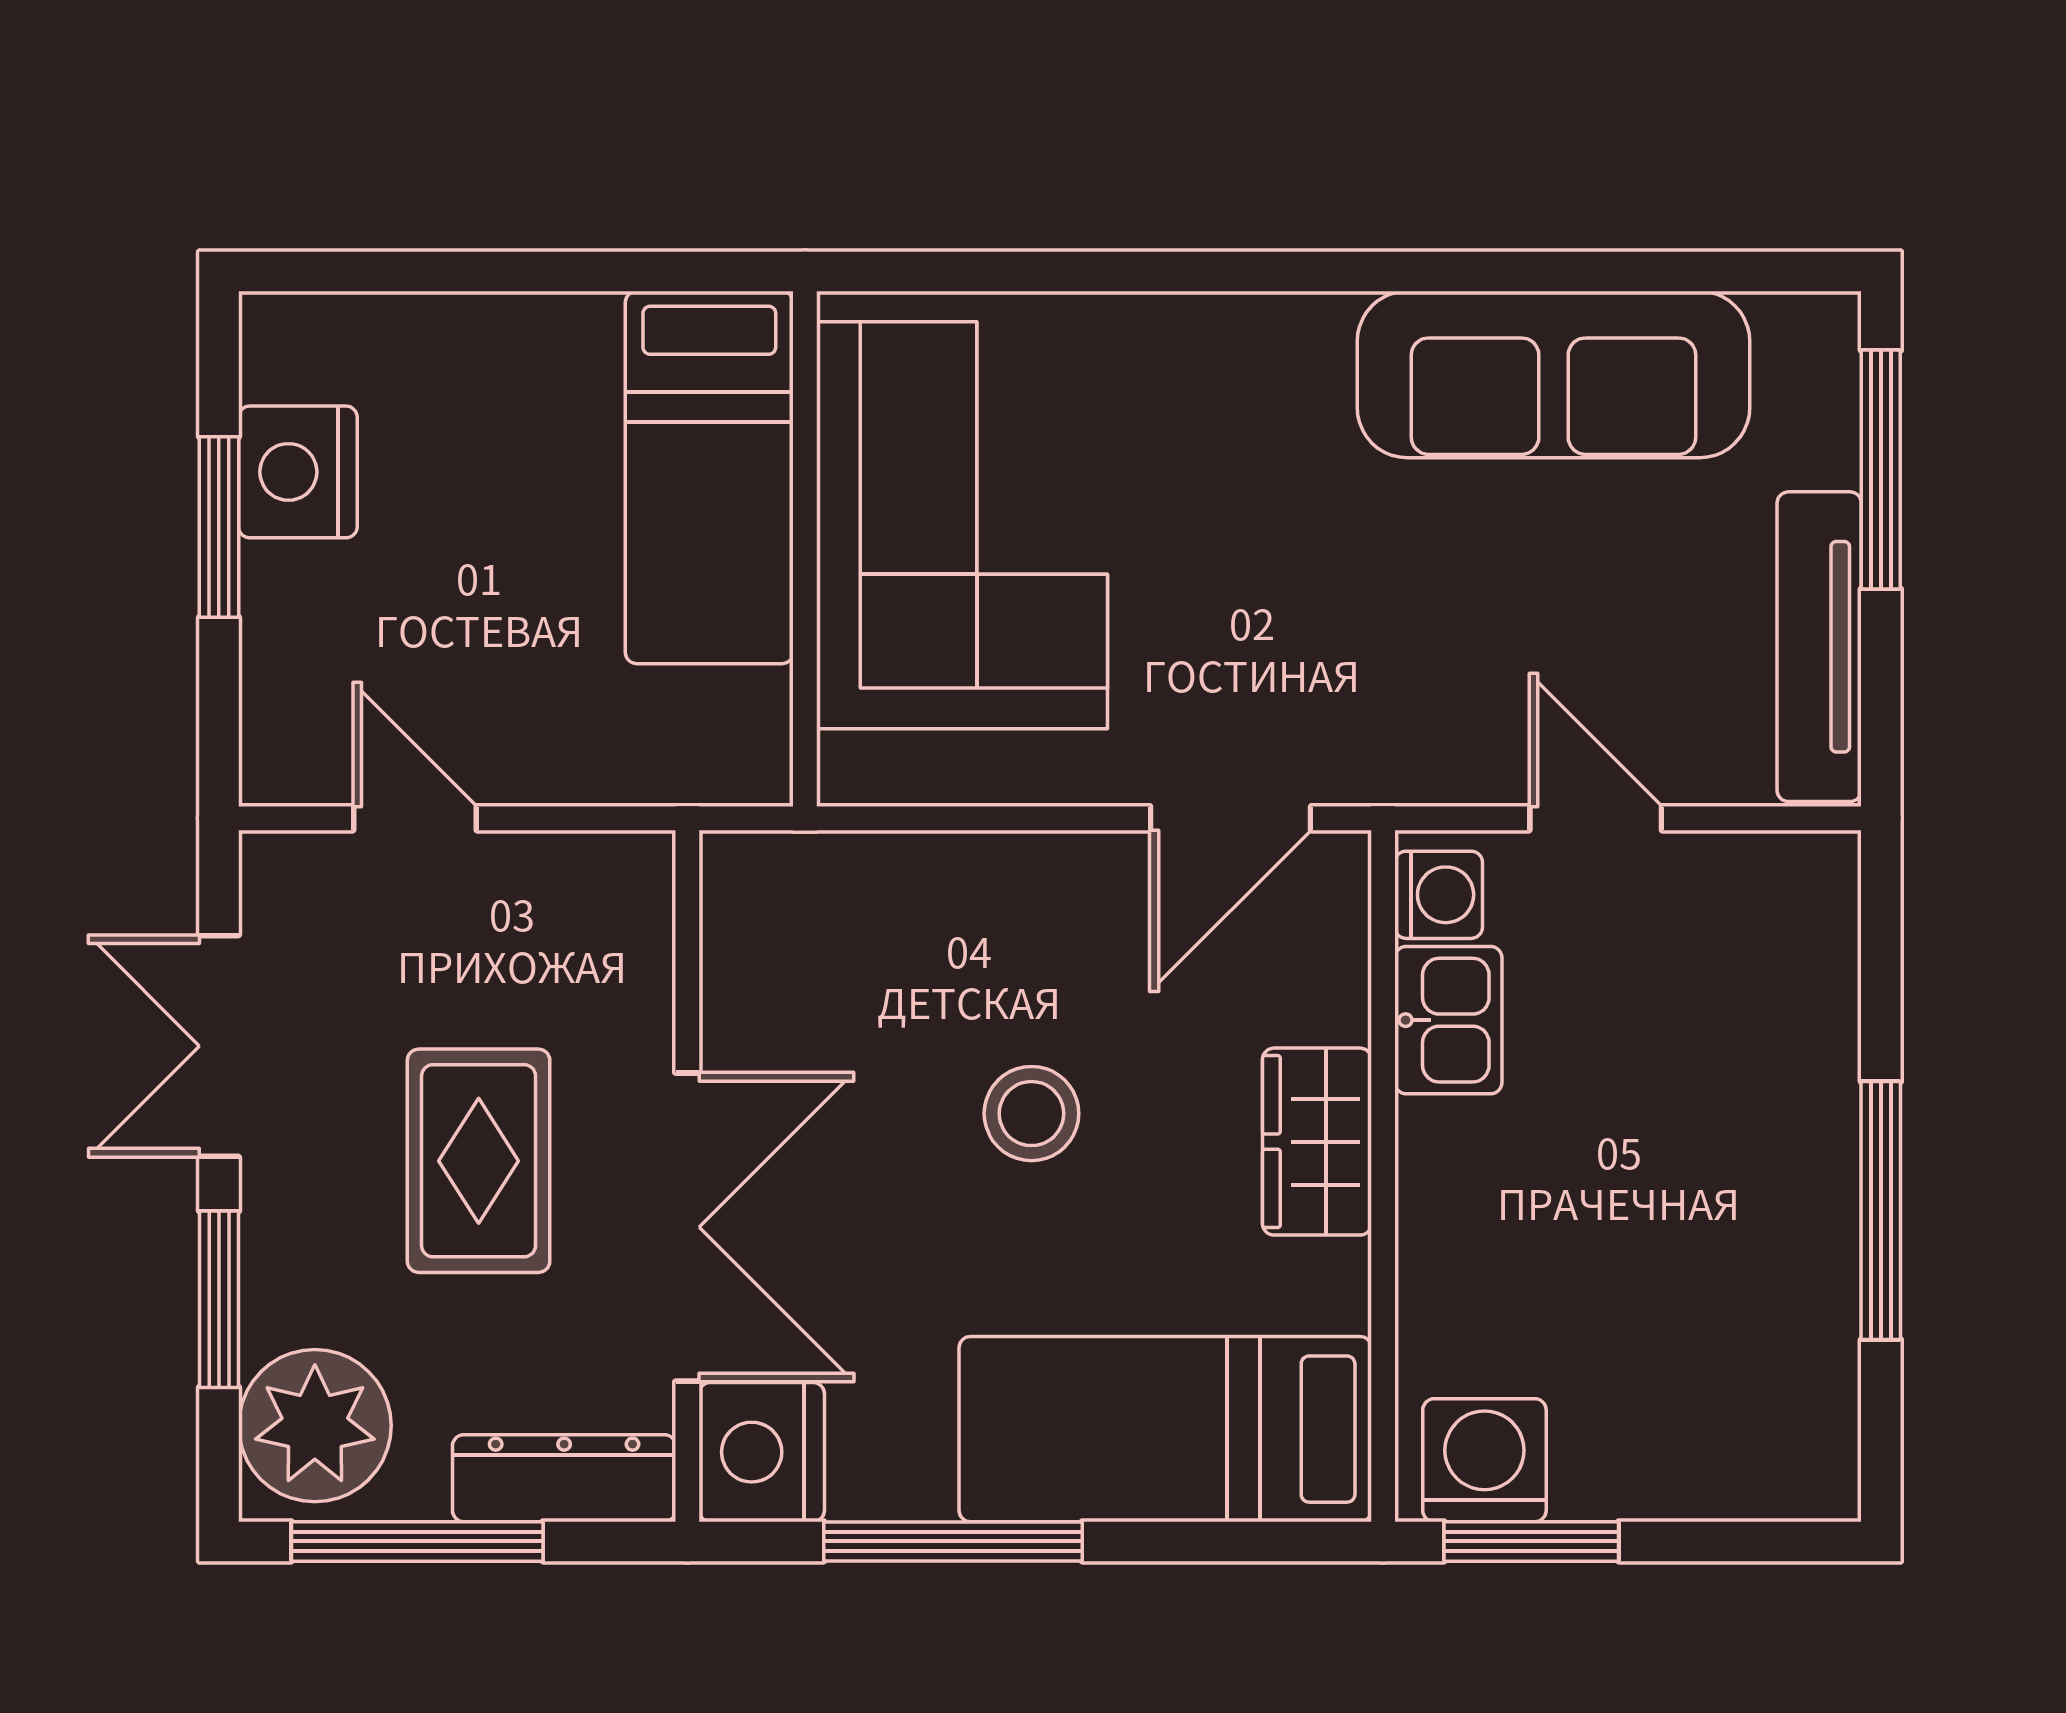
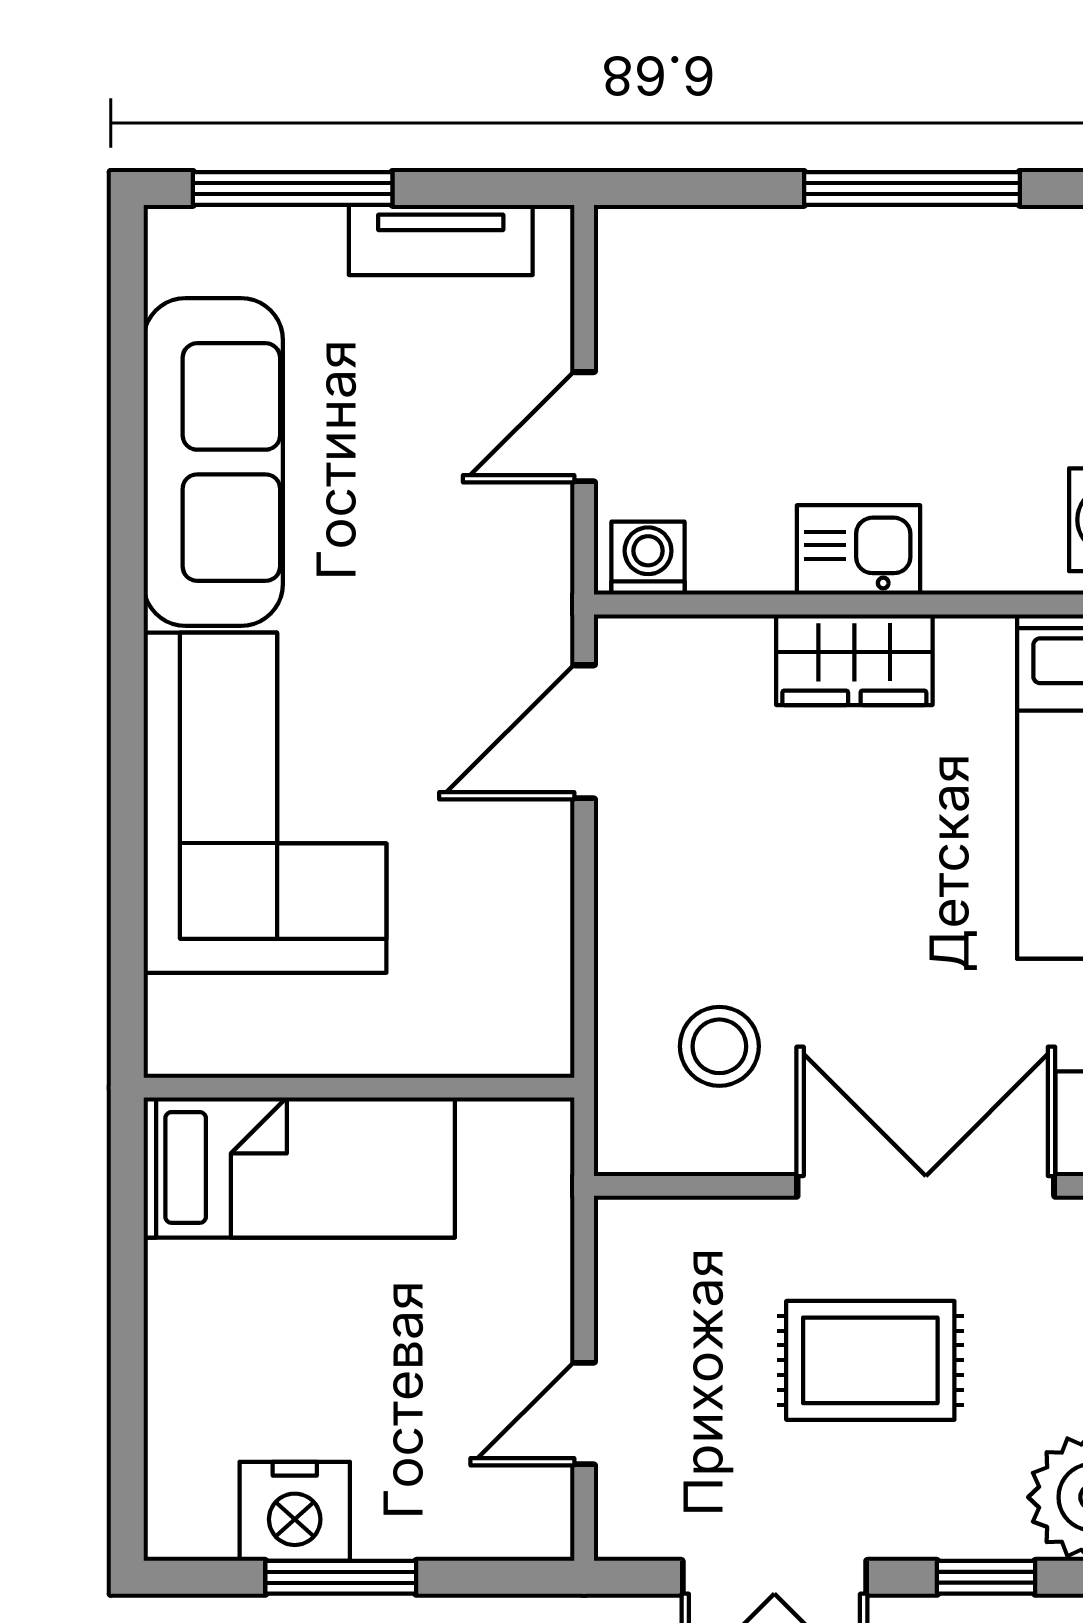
corner sofa: (962, 525) -> (265, 803), moved, turned 90
tv unit: (1819, 647) -> (441, 240), width x0.71
door: (1231, 818) -> (584, 732), swing flipped
kitchen sink: (1448, 1020) -> (859, 550), moved
stool: (1031, 1114) -> (719, 1046), moved
window: (219, 1299) -> (986, 1577), width x0.67

